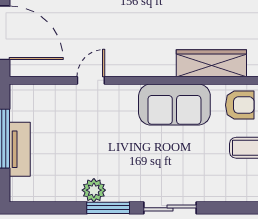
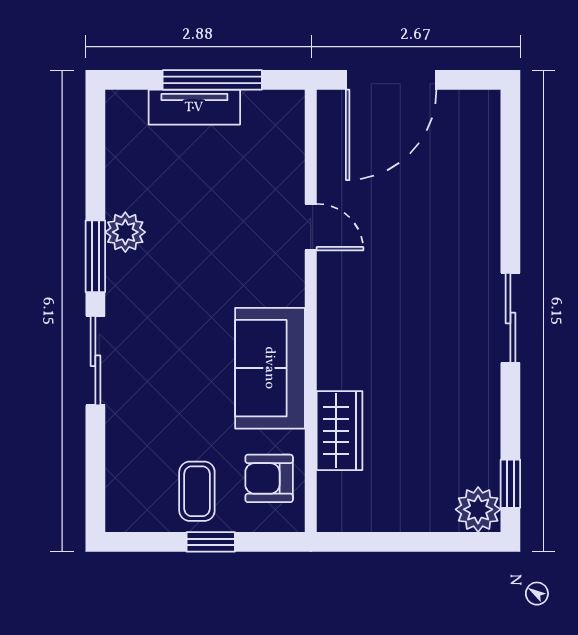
wardrobe: (211, 63) -> (340, 431), width x0.67
armchair: (240, 105) -> (269, 478), turned 90

